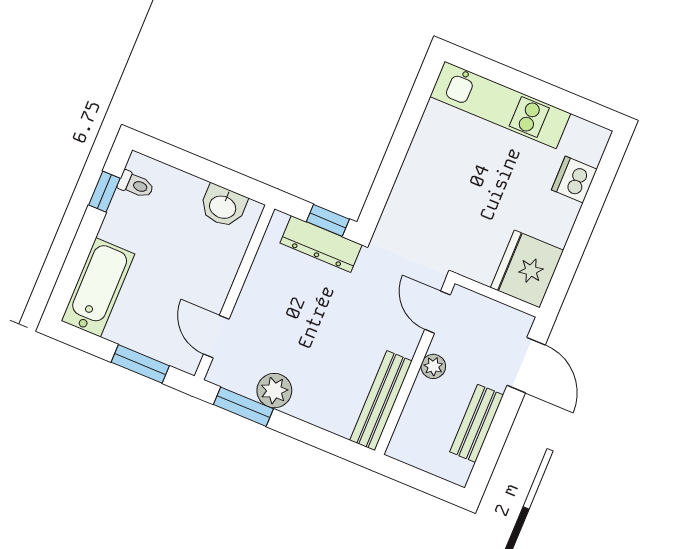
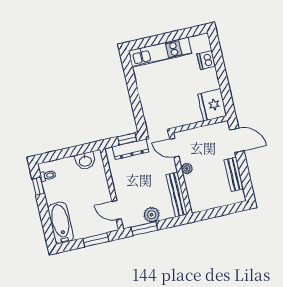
door: (437, 312) -> (174, 148), moved
plant: (433, 366) -> (187, 169), moved
wall: (415, 367) -> (180, 174), moved
bench: (381, 401) -> (177, 195), moved

